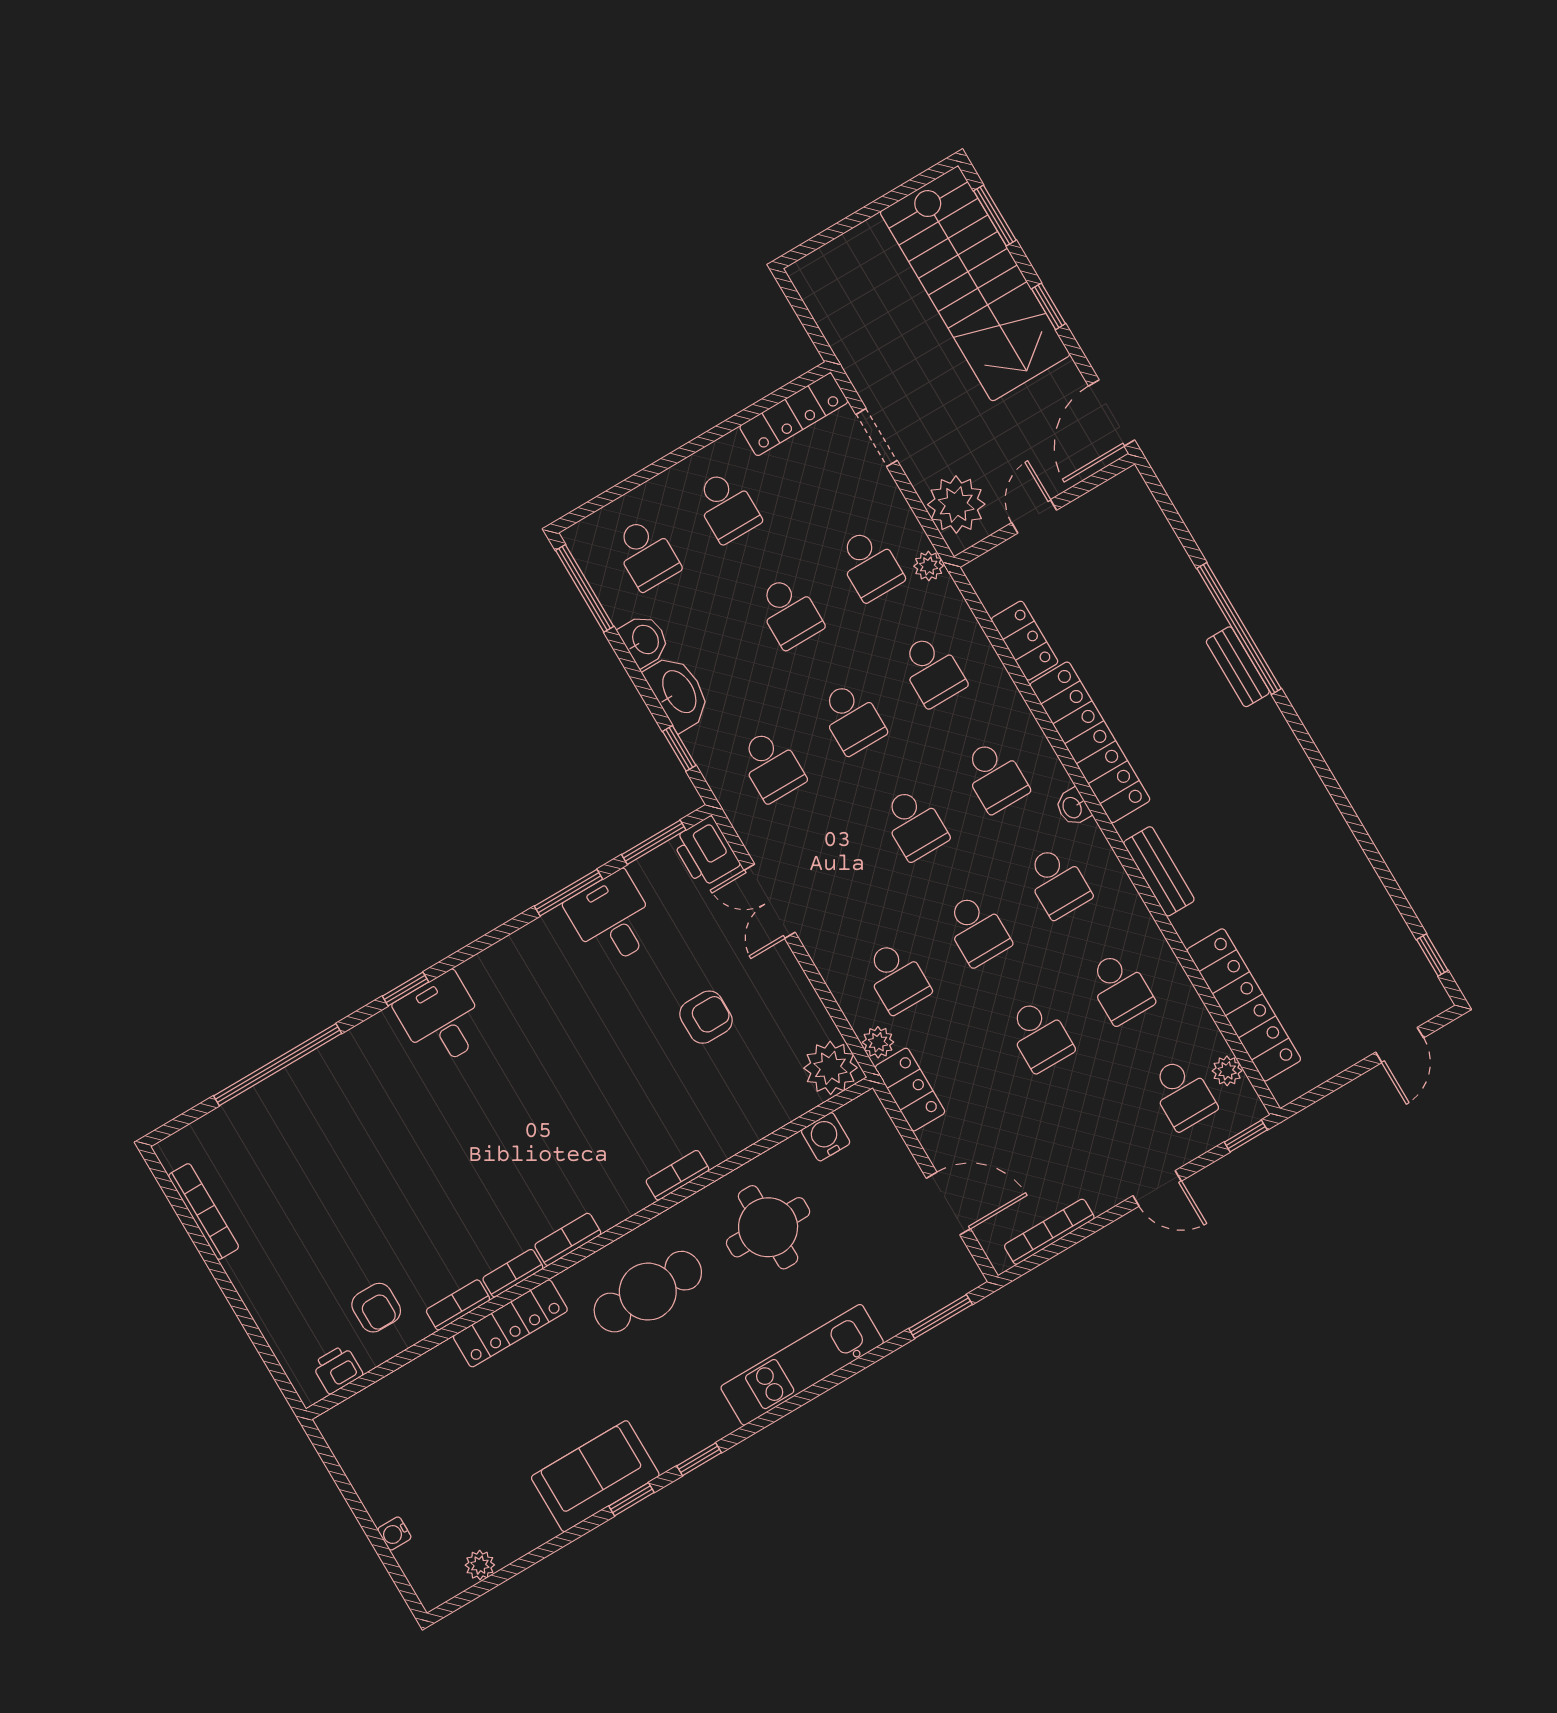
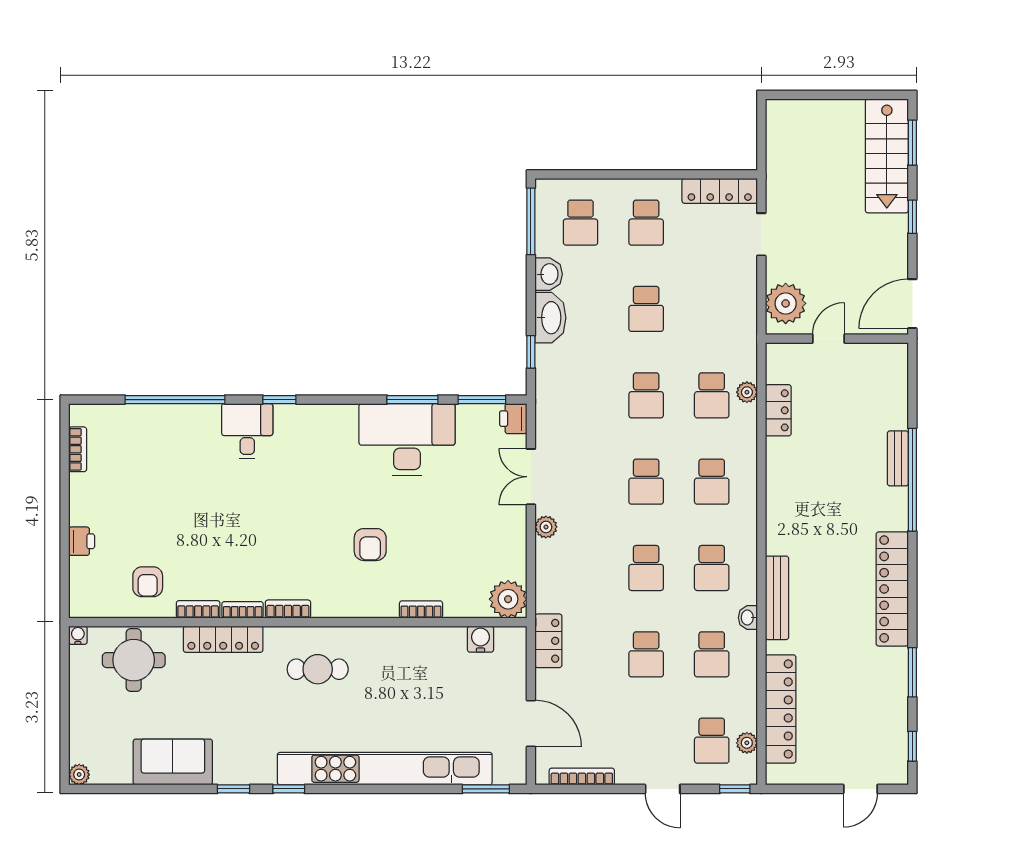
stairs: (975, 283) -> (887, 156), width x0.73, depth x0.66
school desk: (870, 565) -> (712, 309), removed
plant: (929, 566) -> (747, 392), moved
bench: (1238, 667) -> (898, 458), moved
locker: (1090, 742) -> (892, 589), moved, turned 180
school desk: (771, 766) -> (581, 395), removed
washbasin: (1073, 807) -> (748, 618), moved
printer: (706, 852) -> (513, 419), width x0.73, depth x0.81
window: (1379, 865) -> (912, 672), added
bench: (1159, 871) -> (777, 598), width x1.36
desk: (612, 919) -> (407, 439), width x1.87, depth x1.30
school desk: (897, 977) -> (581, 568), removed
armchair: (706, 1017) -> (370, 545), moved, turned 90
desk: (442, 1020) -> (247, 431), moved
plant: (878, 1042) -> (546, 527), moved
bookcase: (677, 1175) -> (421, 609), moved
bookcase: (204, 1212) -> (78, 449), width x0.64
round table: (768, 1227) -> (134, 660), moved
cafe table: (648, 1292) -> (318, 669), width x0.73, depth x0.74
kitchen unit: (802, 1365) -> (385, 769), width x1.86
printer: (337, 1369) -> (82, 541), moved, turned 90
sofa: (595, 1476) -> (173, 762), moved
water cooler: (394, 1533) -> (78, 635), moved, turned 90
plant: (480, 1565) -> (79, 775), moved

